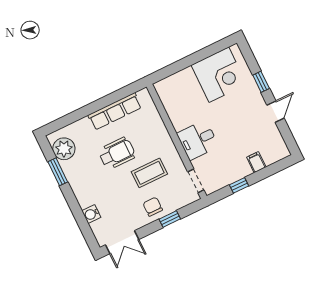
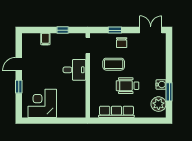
water cooler: (91, 214) -> (161, 85), moved

